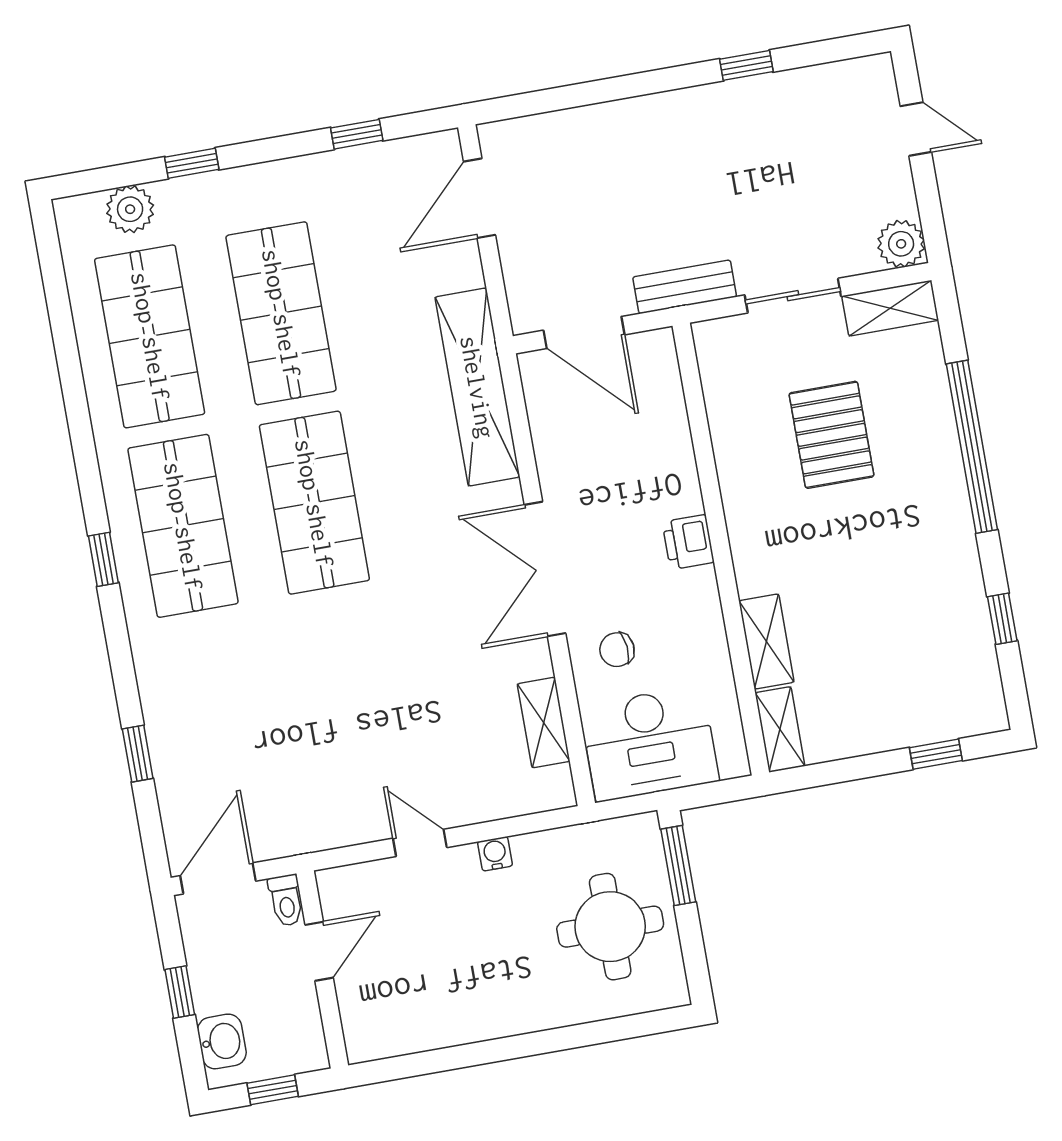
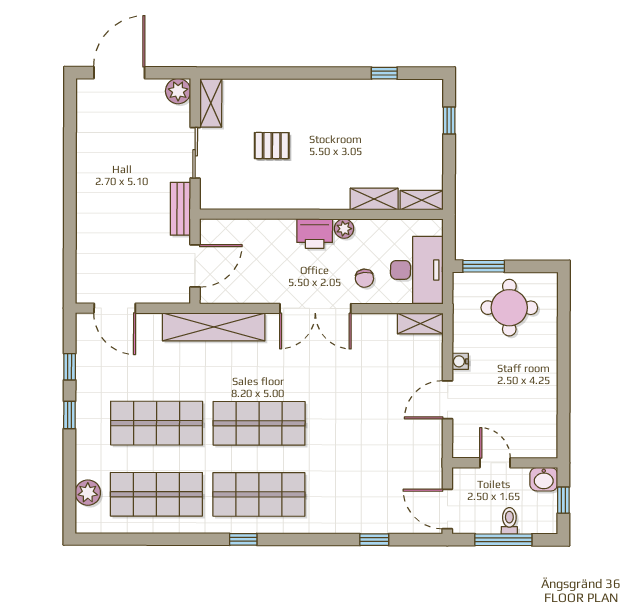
window: (746, 65) -> (70, 156), removed
door: (916, 129) -> (119, 73), width x1.88
window: (192, 163) -> (69, 415), moved
pallet: (831, 435) -> (272, 146), width x0.67, depth x0.71
window: (972, 447) -> (291, 73), removed
printer: (688, 542) -> (315, 234), width x1.36, depth x1.24
window: (103, 559) -> (243, 539), moved
plant: (702, 596) -> (344, 229), added
shelving: (544, 723) -> (420, 324), moved
door: (420, 843) -> (448, 400), width x1.38
toilet: (286, 900) -> (509, 521), moved, turned -90
window: (180, 992) -> (503, 540), width x2.17
washbasin: (222, 1041) -> (544, 479), moved, turned 180

